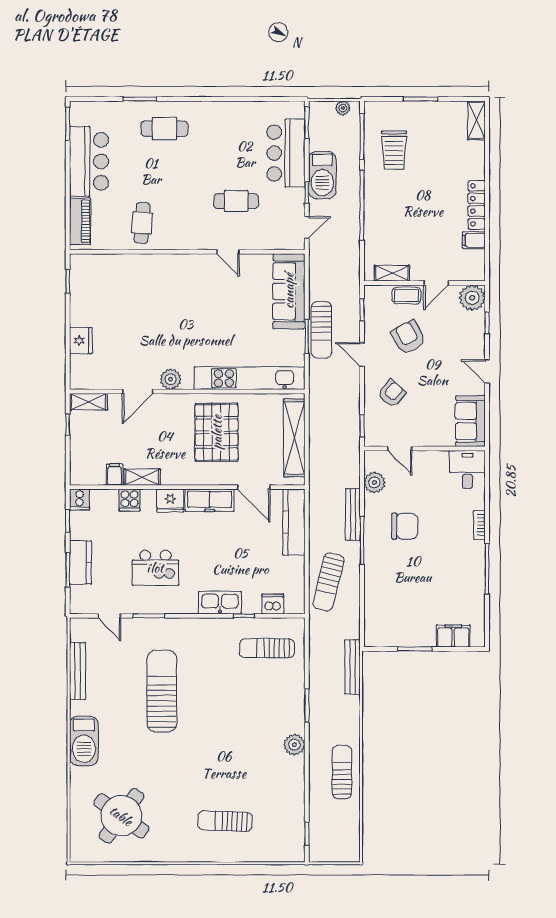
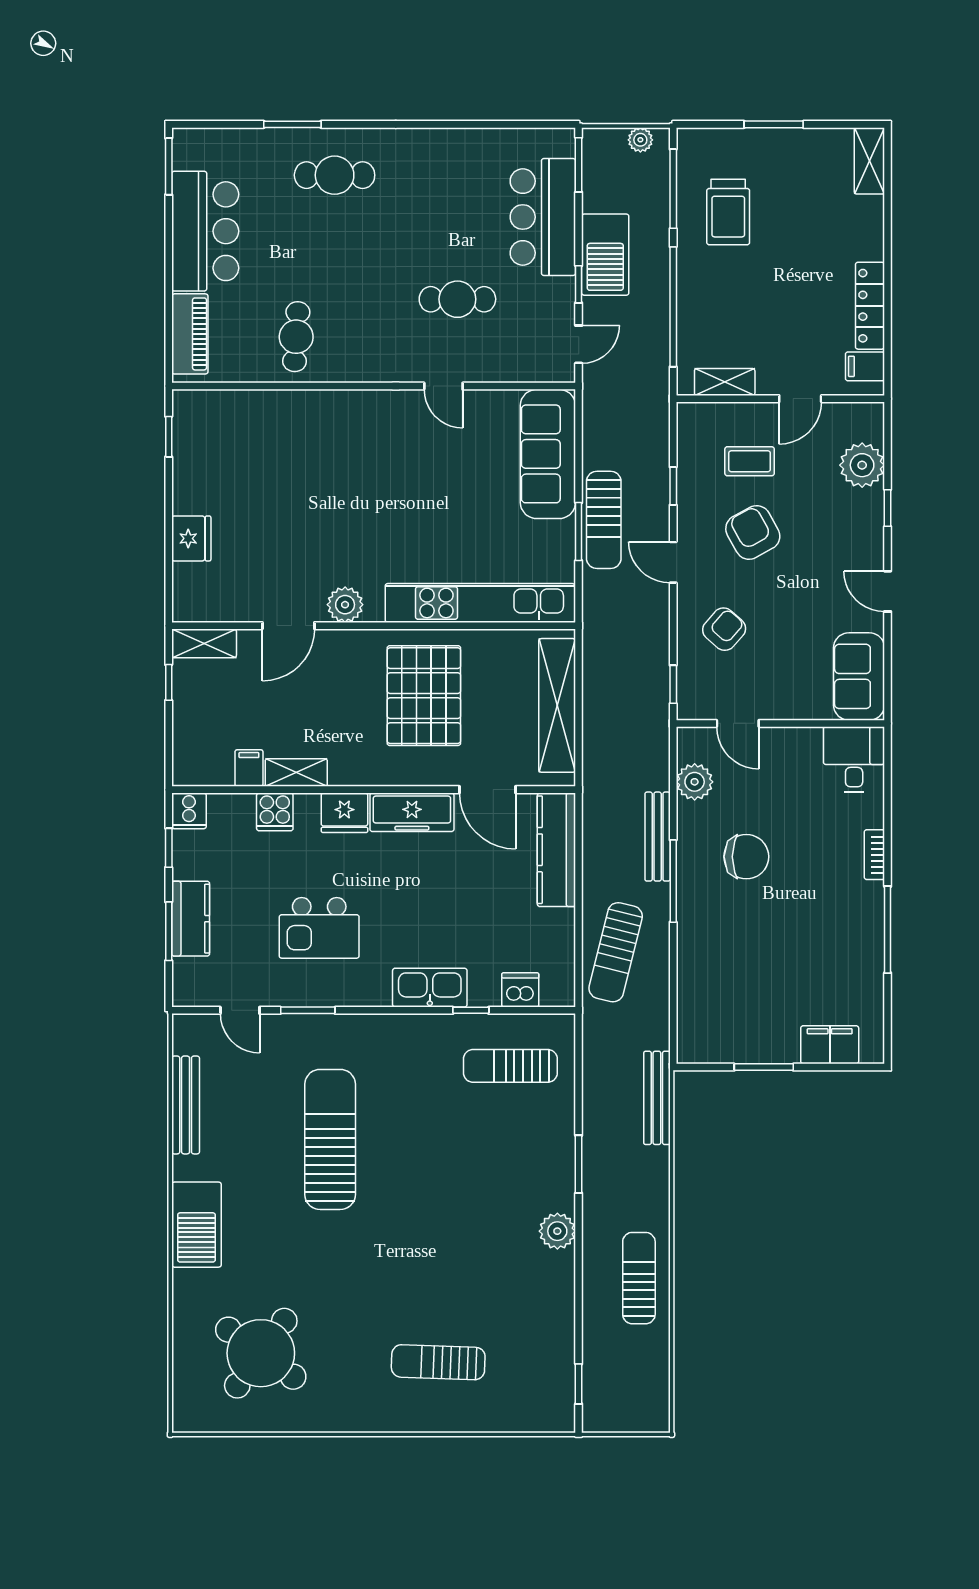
shelving: (392, 273) -> (725, 382), moved
wall: (424, 283) -> (780, 399), moved
door: (436, 283) -> (800, 399), moved

